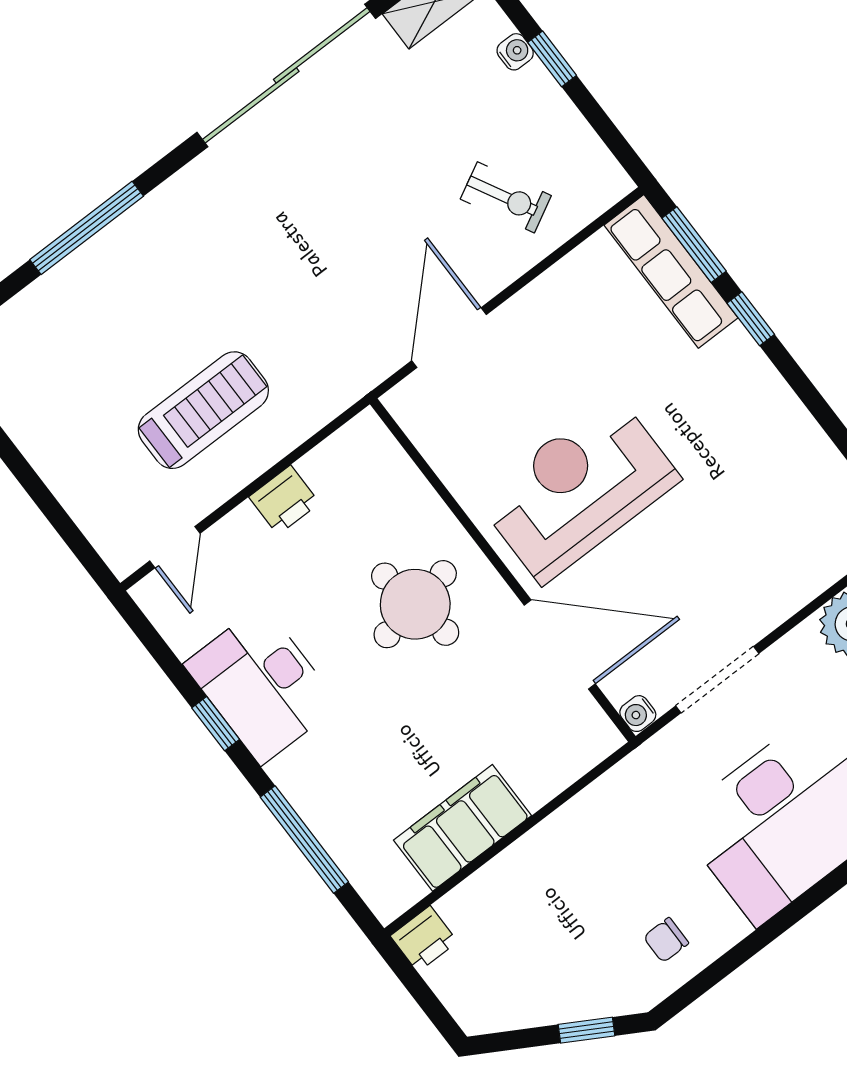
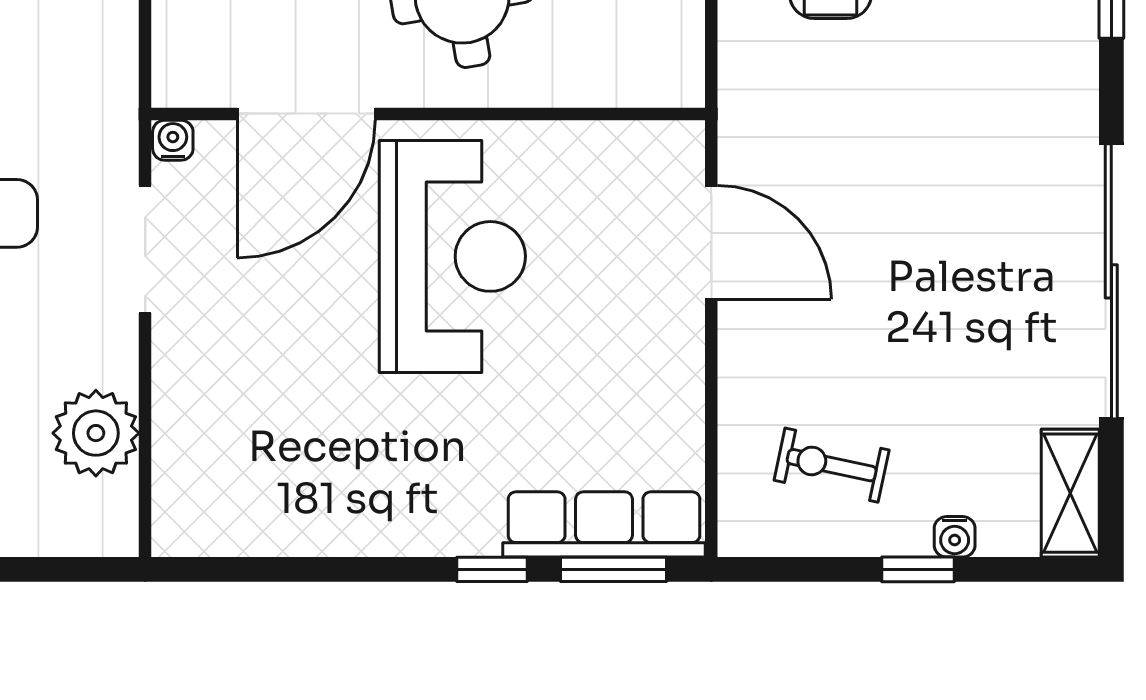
exercise bike: (506, 197) -> (832, 465), moved, turned 40

